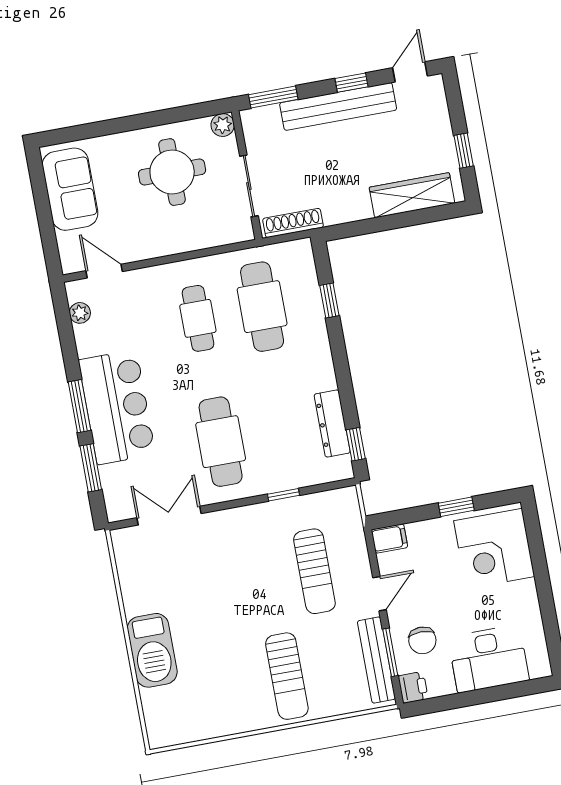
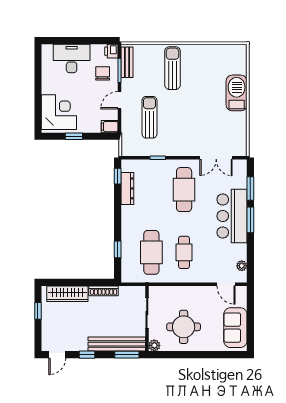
bench: (338, 106) -> (117, 344), moved
shoe rack: (293, 223) -> (104, 291), moved
bench: (376, 660) -> (127, 62), width x0.73

